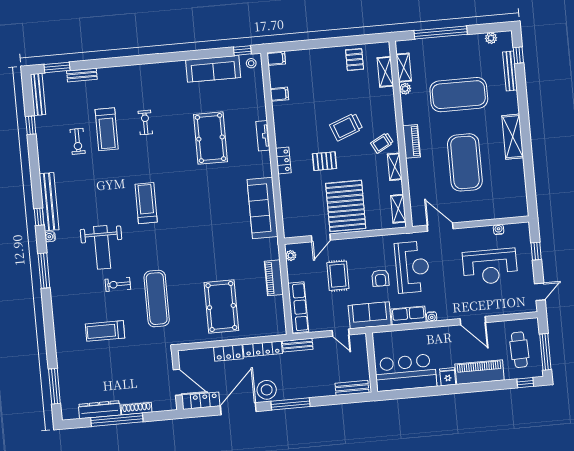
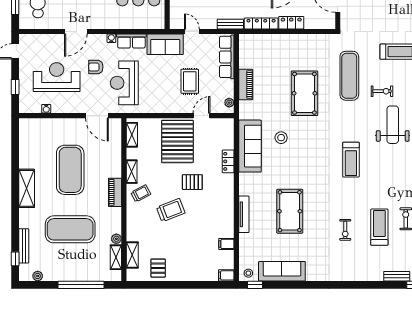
tv unit: (263, 136) -> (244, 214), width x1.41
locker: (283, 160) -> (228, 161), moved
stool: (228, 221) -> (281, 138), added
armchair: (380, 278) -> (96, 67), moved, turned -90
pool table: (221, 307) -> (304, 93), moved
door: (473, 321) -> (76, 31), swing flipped

